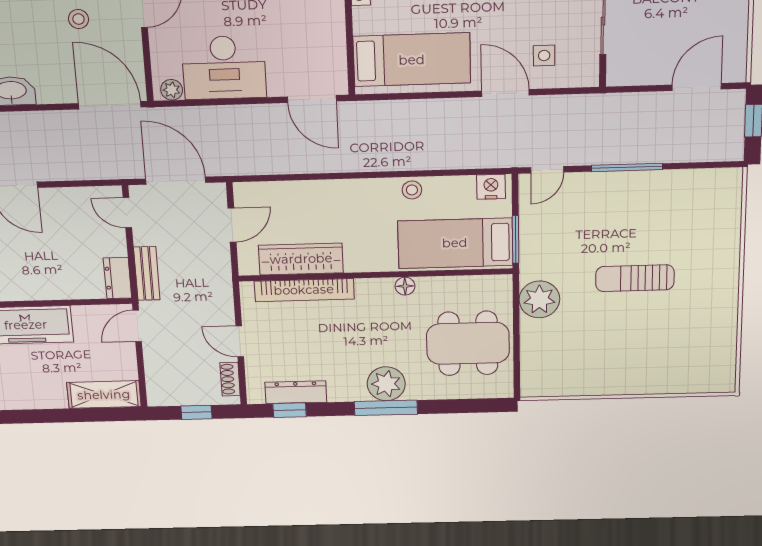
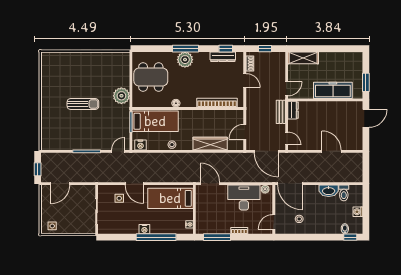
wardrobe: (301, 259) -> (210, 144), moved, turned 180

